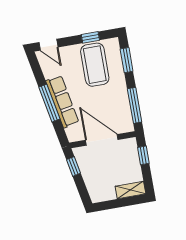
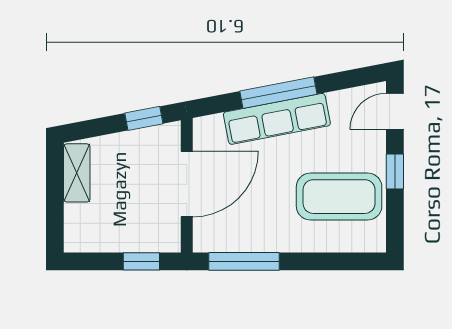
window: (90, 37) -> (395, 172), moved
window: (127, 60) -> (337, 261), removed
shelving: (130, 190) -> (77, 173), moved

